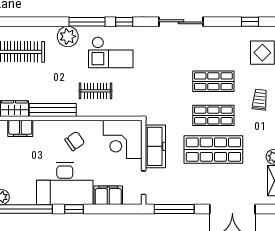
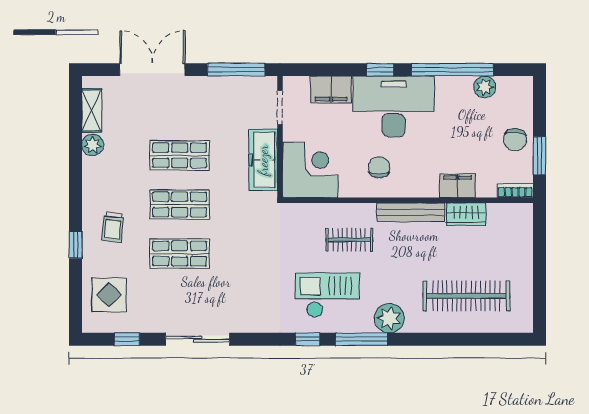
sliding door: (181, 22) -> (198, 339), moved
chair: (75, 141) -> (379, 167), turned 125
shop shelf: (213, 150) -> (180, 155), width x0.70, depth x0.74

